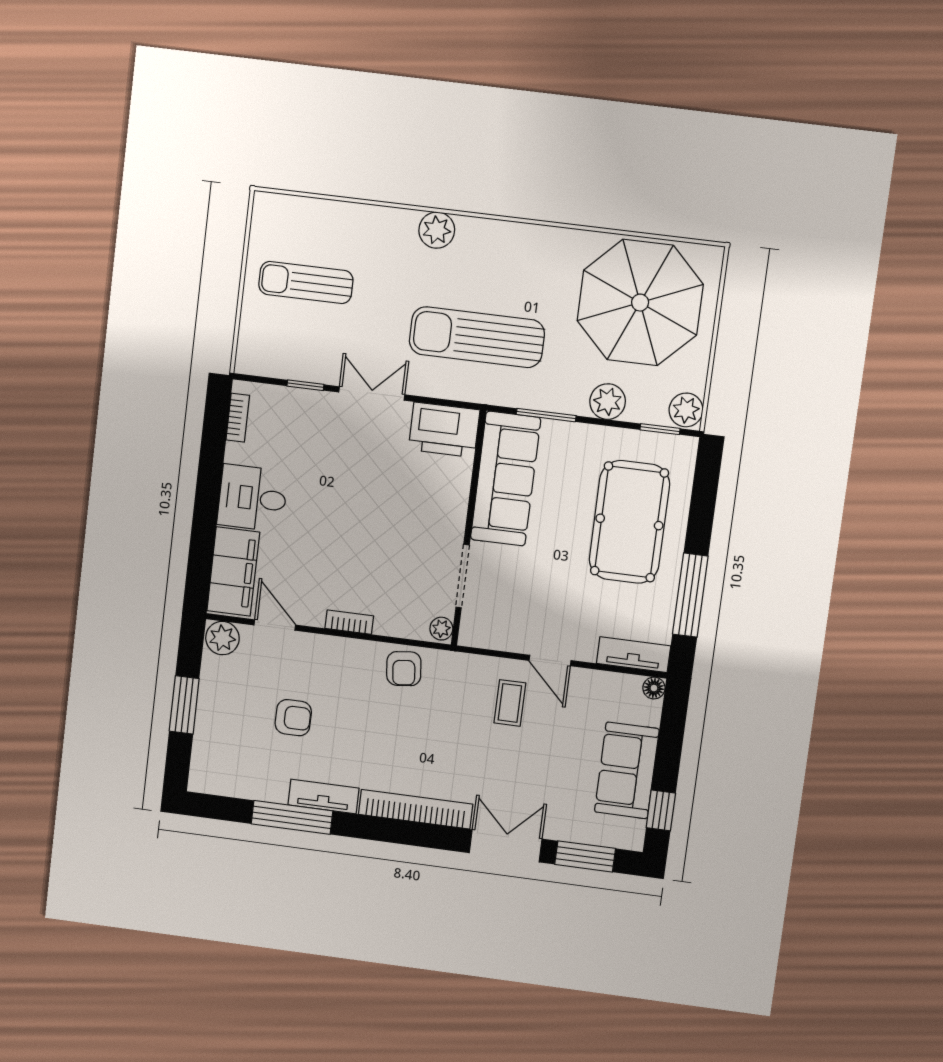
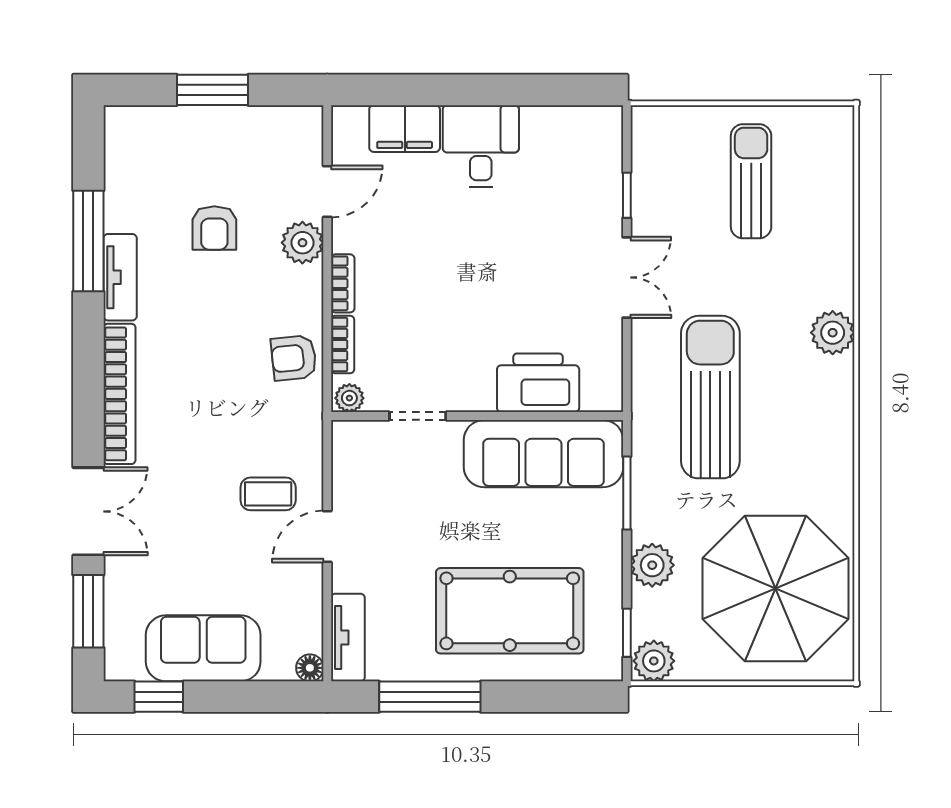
bookcase: (238, 418) -> (343, 344), moved, turned -90
printer: (444, 430) -> (538, 383), moved, turned 90
filing cabinet: (233, 572) -> (405, 129), width x0.67, depth x0.86
doorway: (463, 576) -> (418, 416), width x0.73
plant: (222, 638) -> (302, 243), moved

